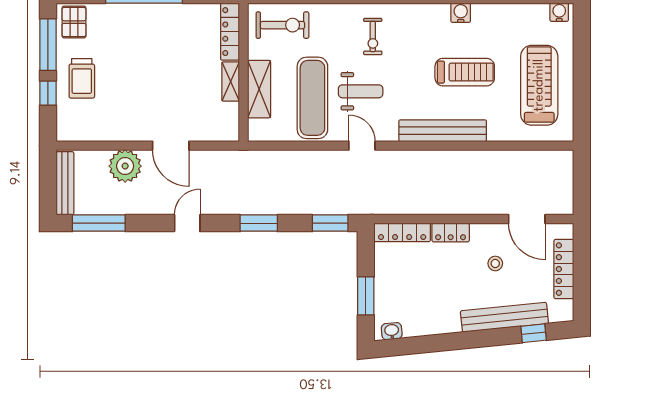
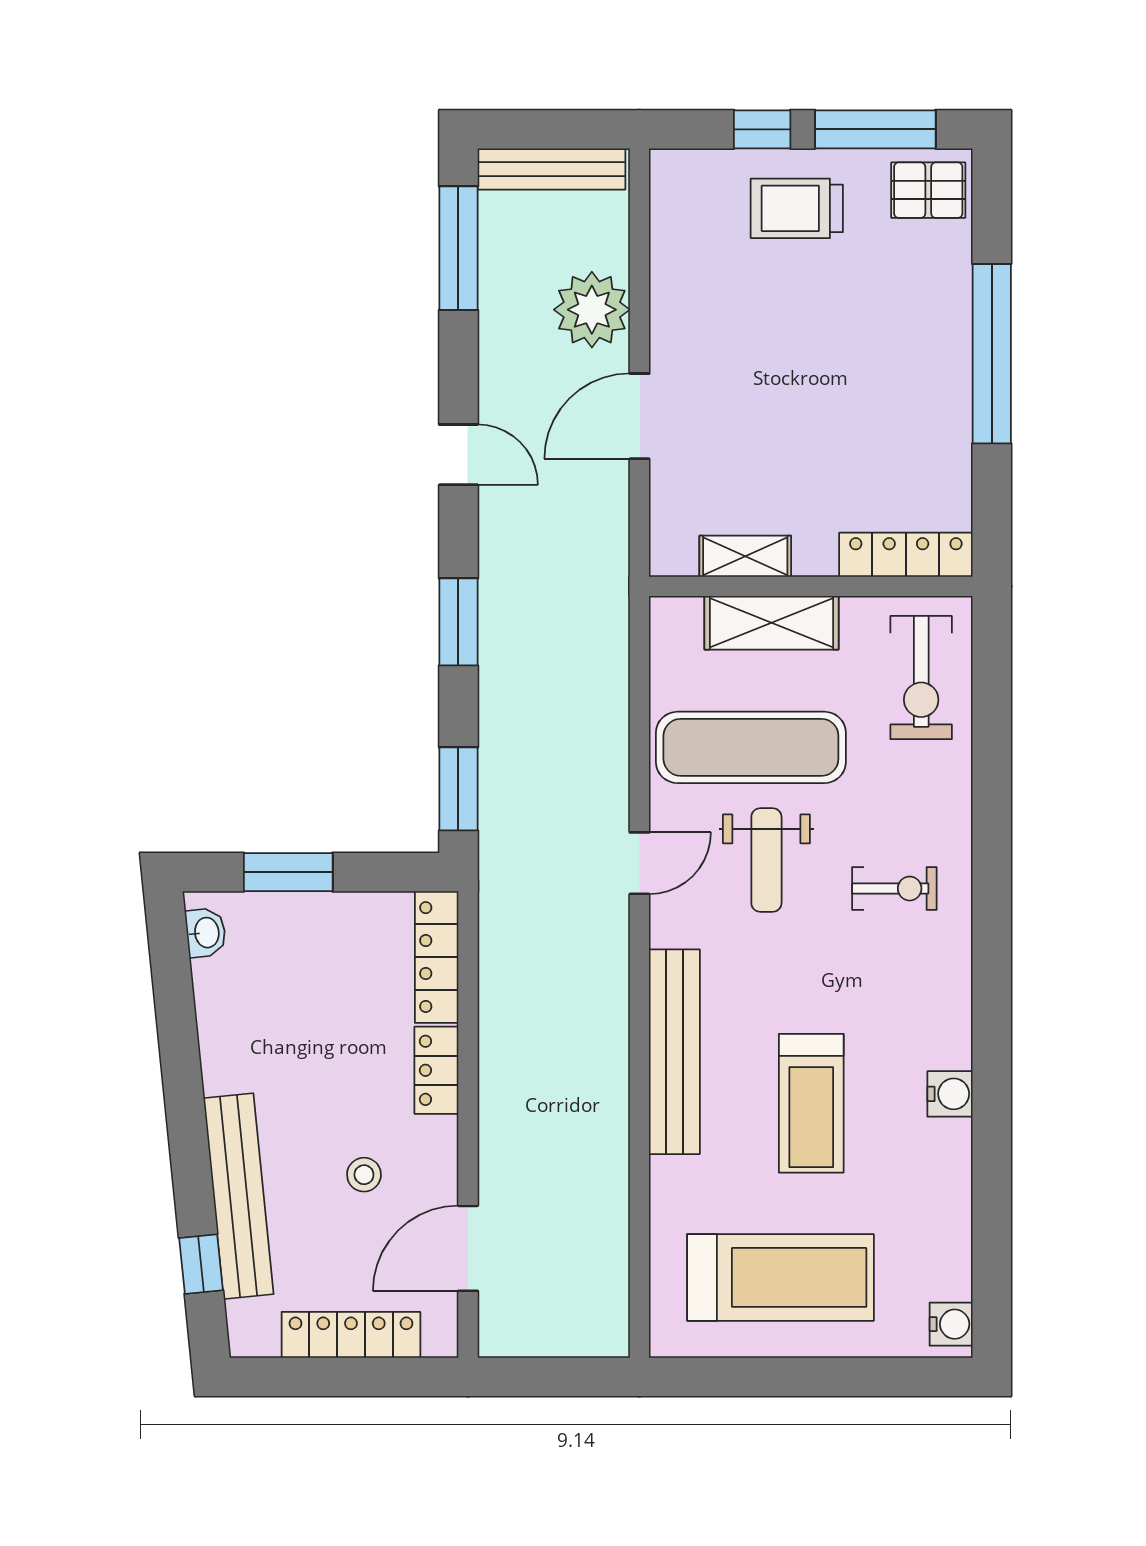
exercise bike: (373, 37) -> (894, 889), turned 180
shelving: (231, 81) -> (745, 556), moved

